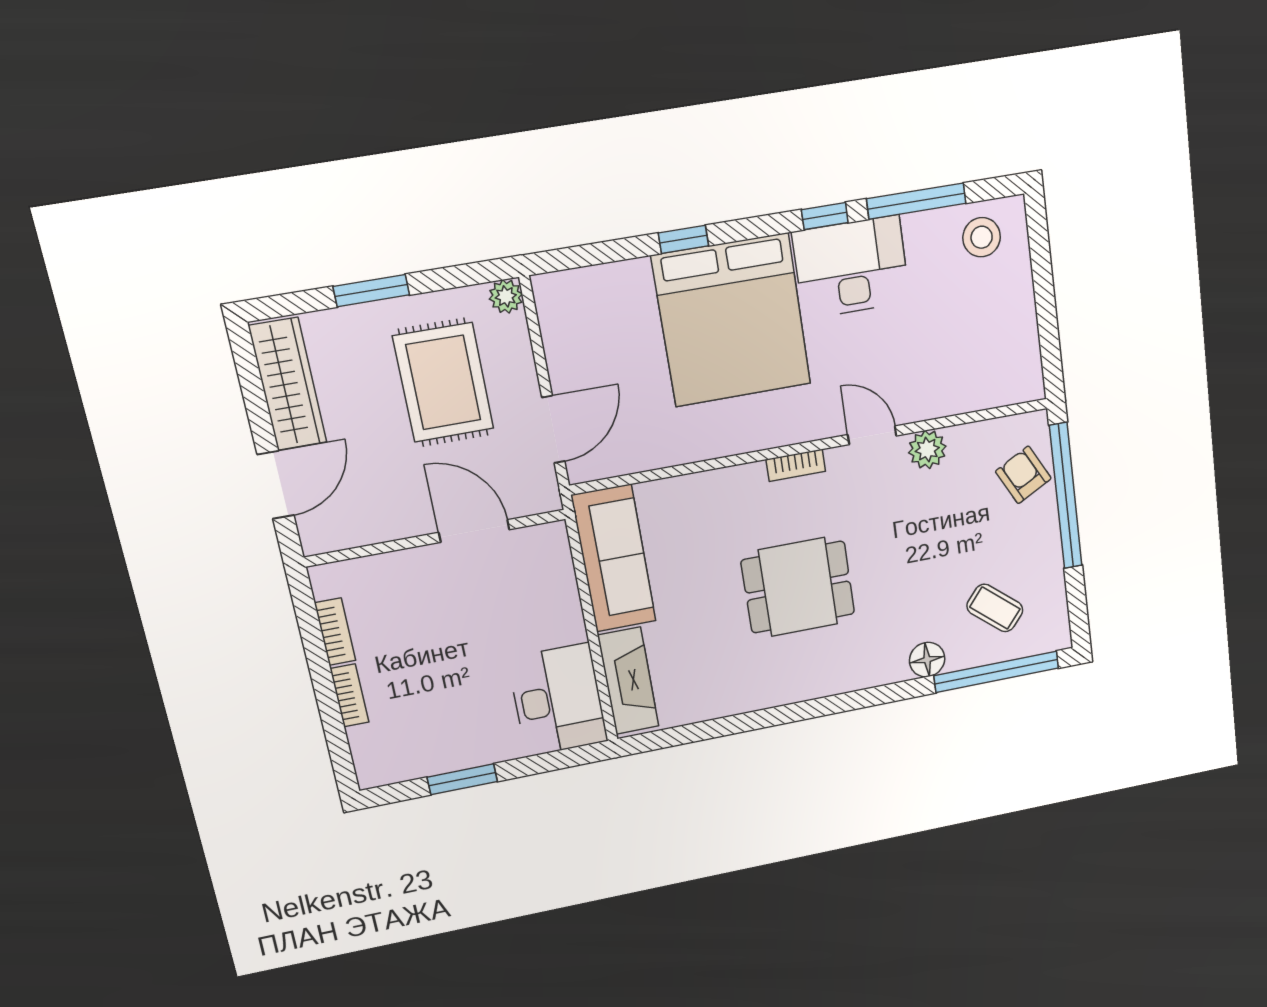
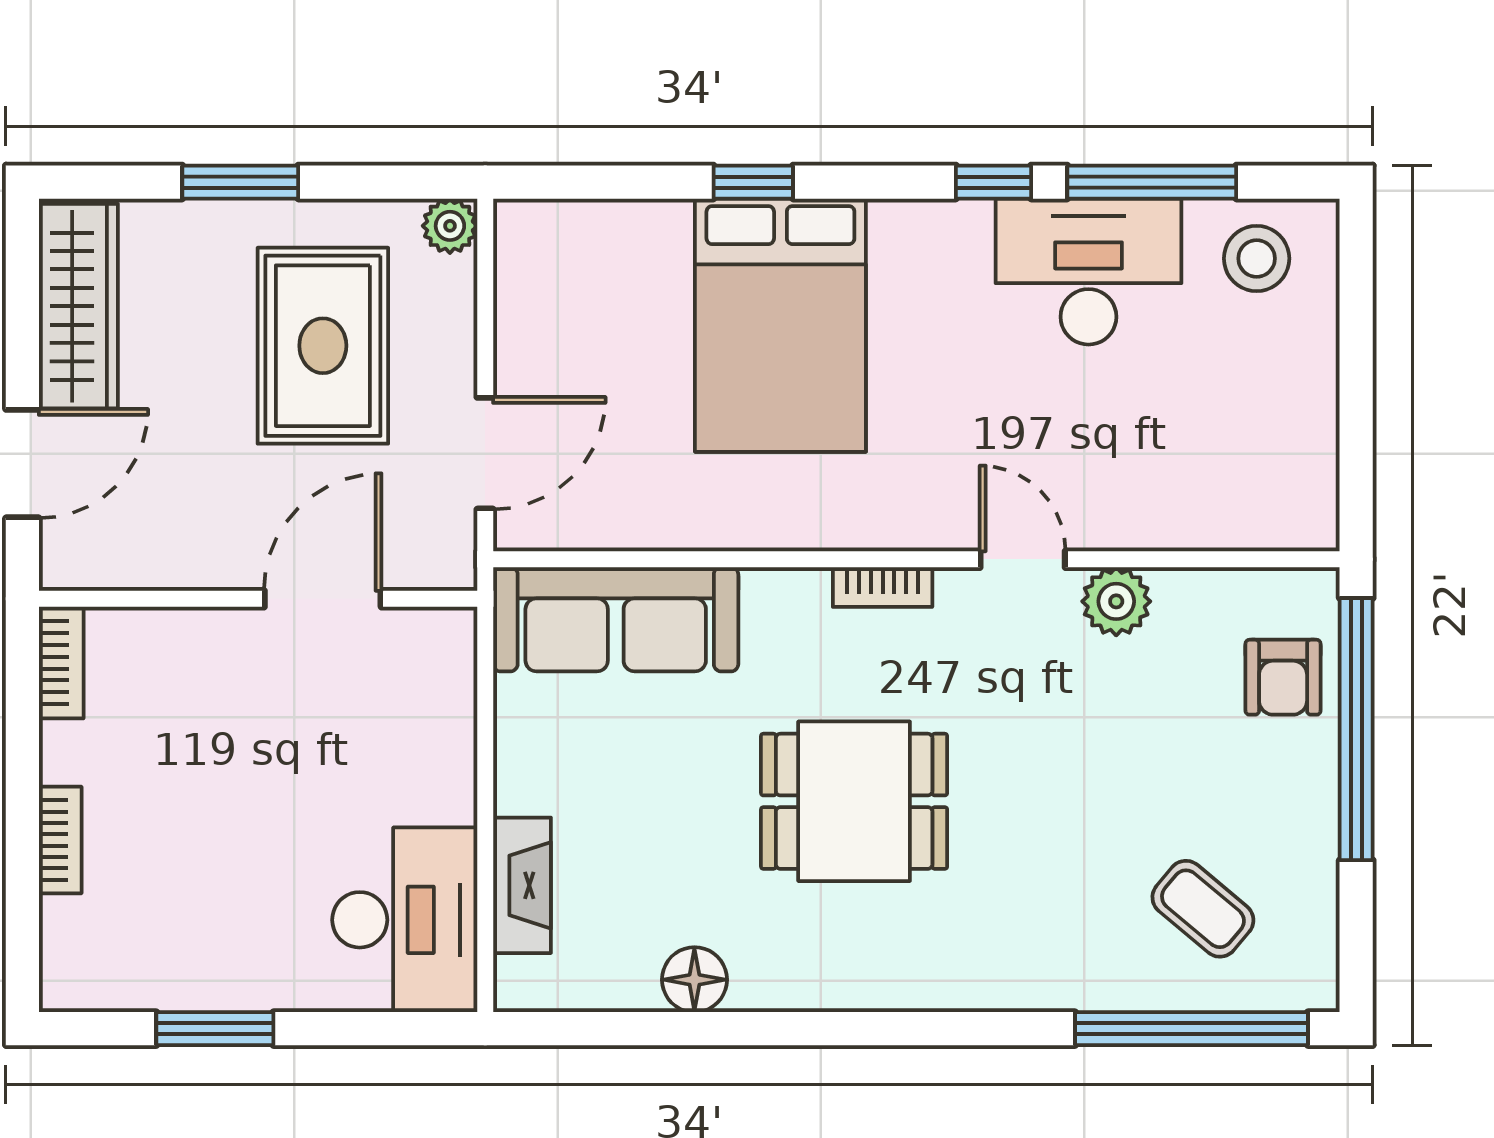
desk: (851, 267) -> (1088, 272), moved
bed: (732, 320) -> (780, 325), width x0.73
armchair: (1023, 475) -> (1283, 677), turned -152
door: (474, 531) -> (323, 599), hinge flipped
sofa: (614, 559) -> (616, 619), moved, turned 90
bookcase: (335, 632) -> (61, 663), moved
floor lamp: (927, 660) -> (694, 980), moved
fireplace: (628, 681) -> (522, 885), width x0.73, depth x0.76

